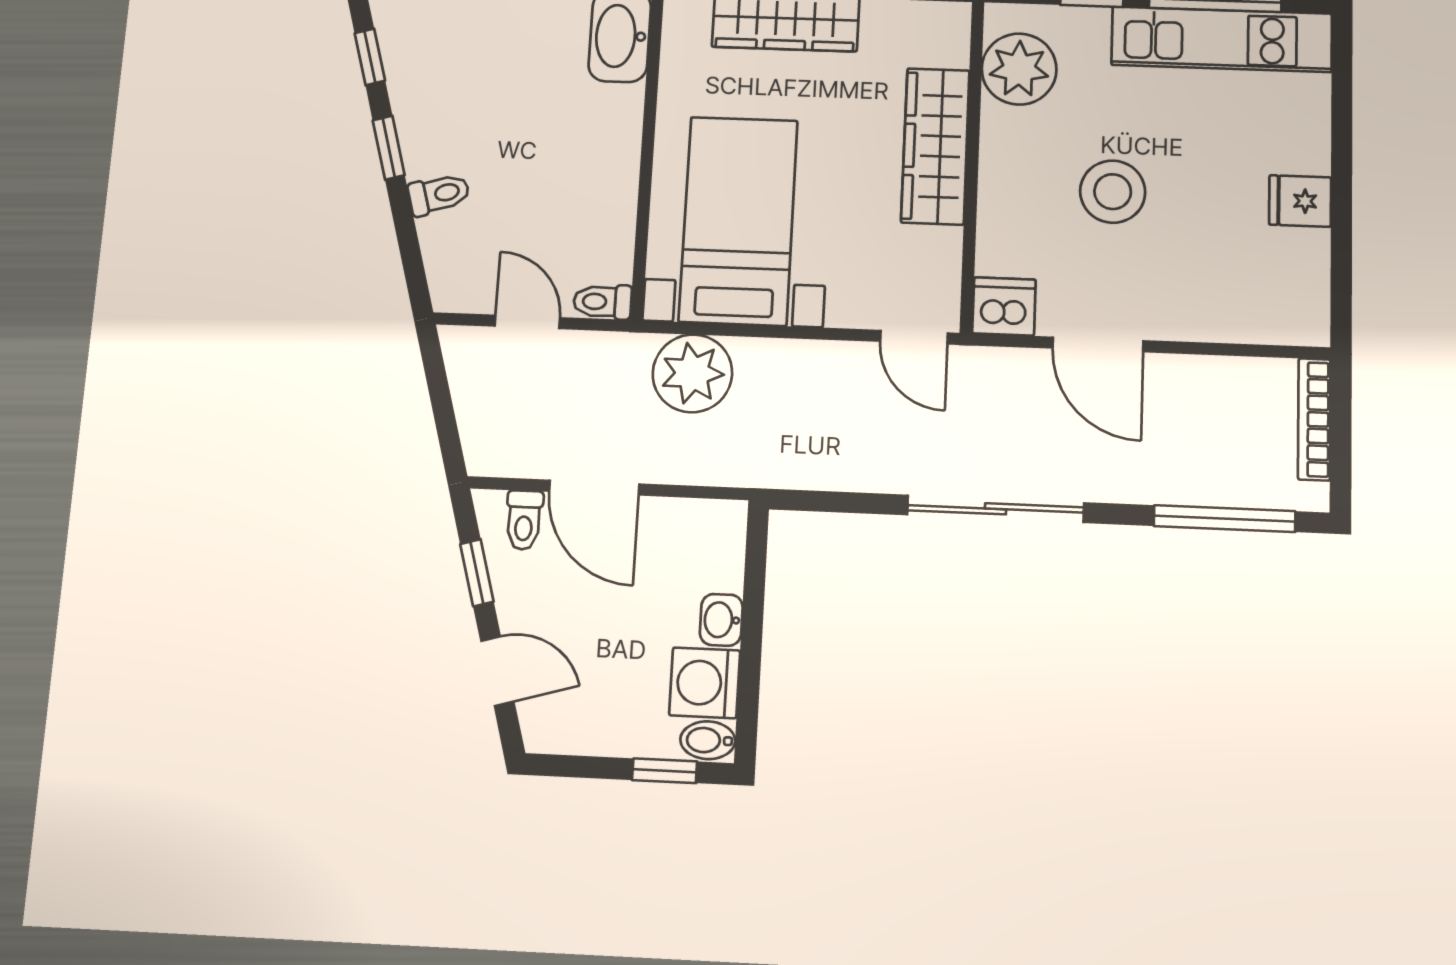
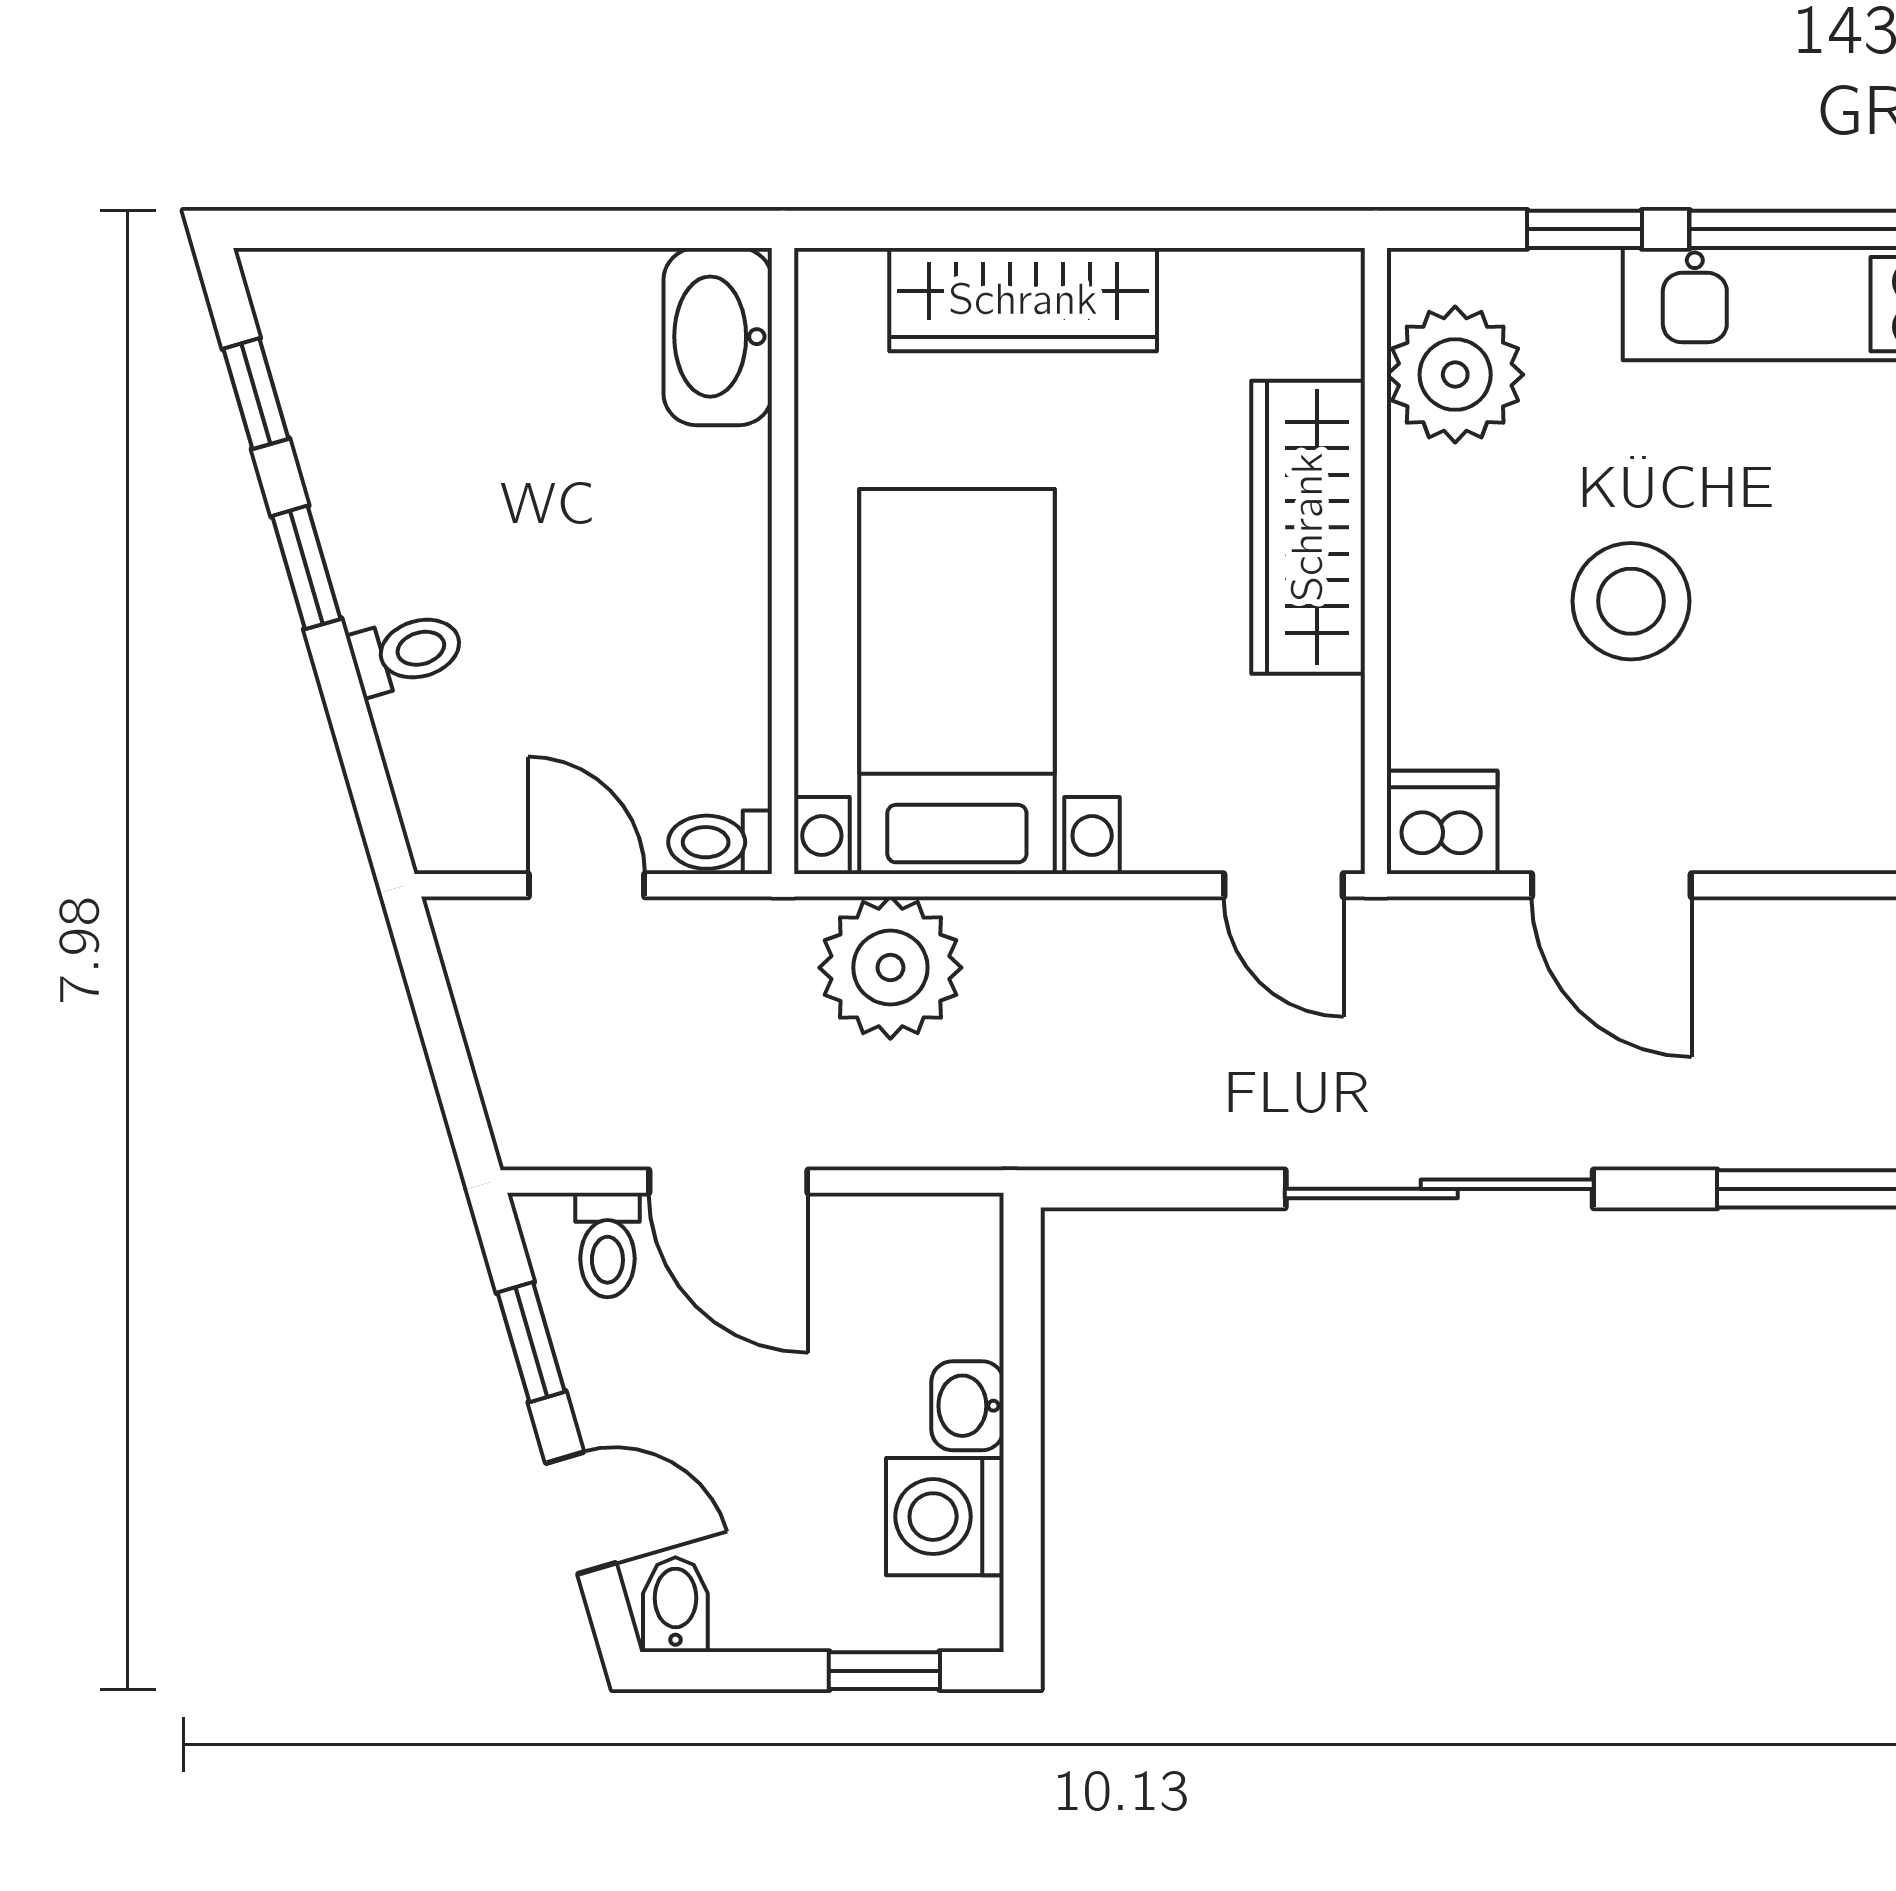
bidet: (708, 740) -> (675, 1605), moved, turned 90

